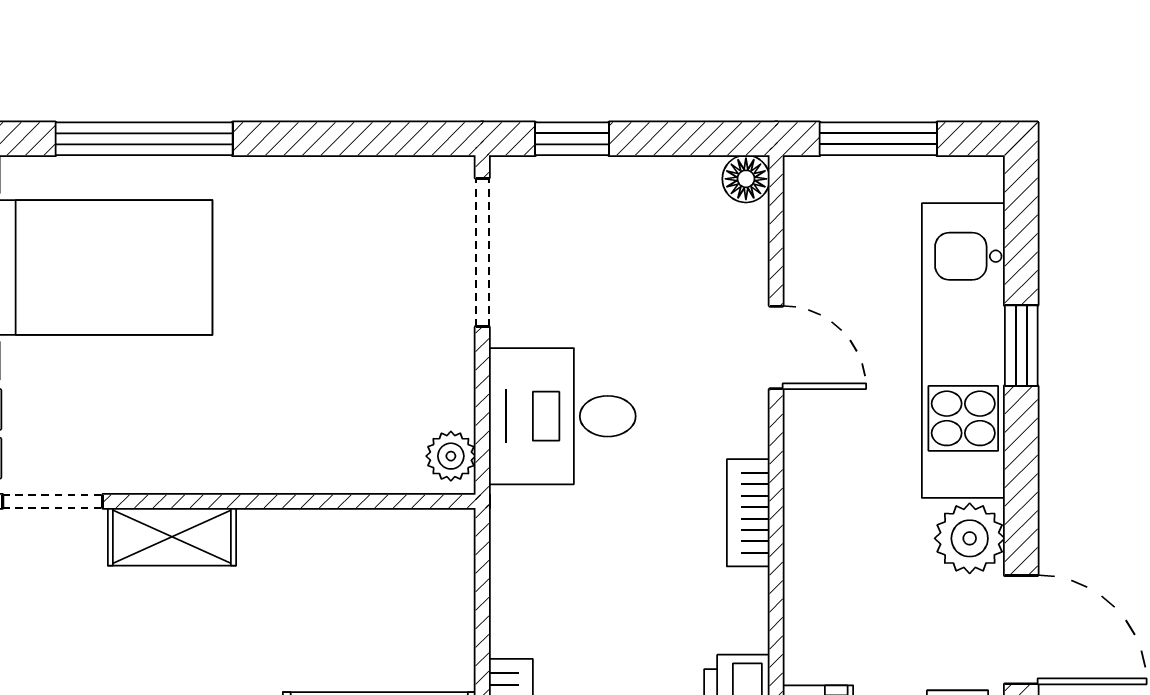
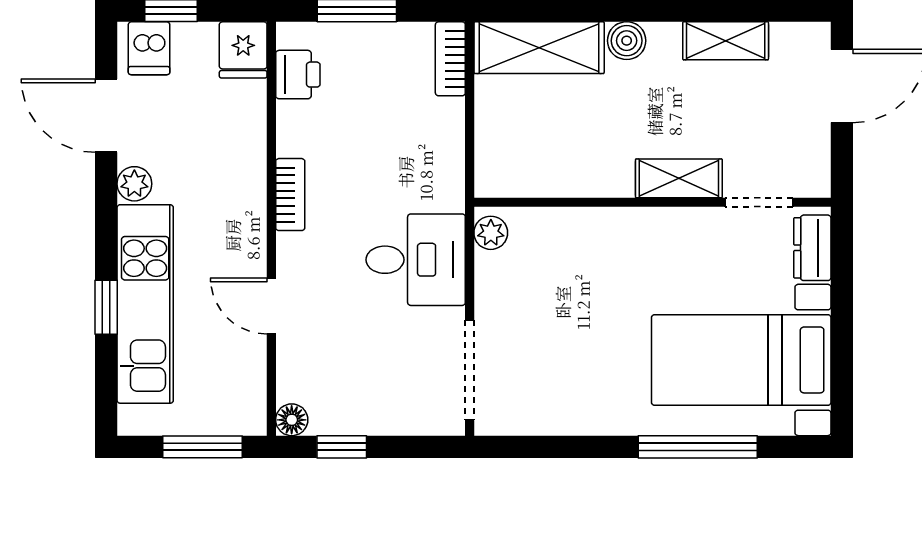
window: (572, 139) -> (342, 447), moved
plant: (970, 538) -> (134, 184), width x0.73, depth x0.73

